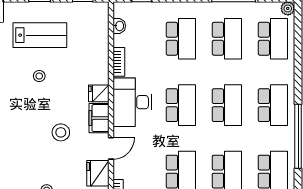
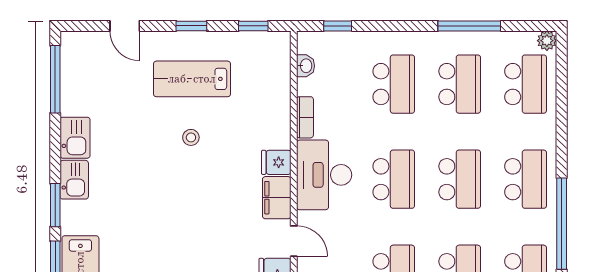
lab bench: (40, 35) -> (192, 79), turned 180
stool: (61, 132) -> (222, 218), removed
door: (111, 148) -> (294, 241), hinge flipped

